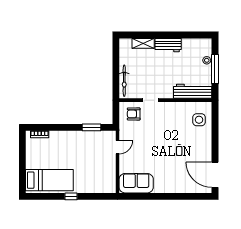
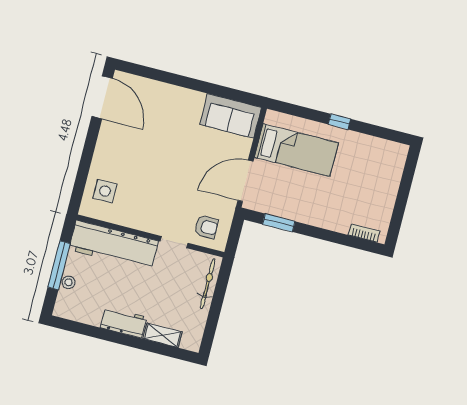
workbench: (193, 91) -> (114, 245), width x1.36, depth x1.32
door: (118, 147) -> (245, 181), width x1.88
bed: (49, 180) -> (296, 150), moved, turned 180

